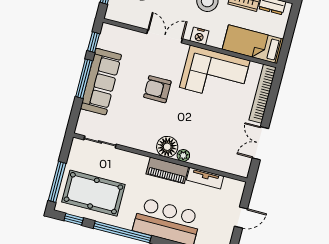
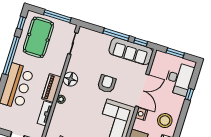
double door: (165, 36) -> (142, 90), width x1.37
sofa: (101, 82) -> (131, 51), moved
floor lamp: (167, 147) -> (70, 79), moved
window: (57, 182) -> (57, 16), moved

